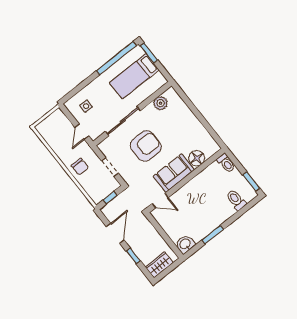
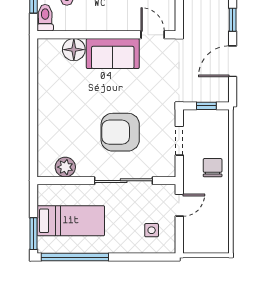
floor lamp: (197, 158) -> (74, 50), moved
toilet: (226, 163) -> (45, 18), moved
sofa: (174, 173) -> (113, 54), moved
wall: (185, 180) -> (106, 35), moved
door: (160, 200) -> (153, 35), moved

